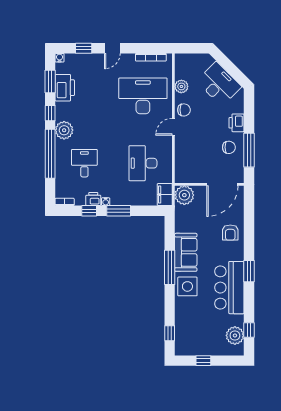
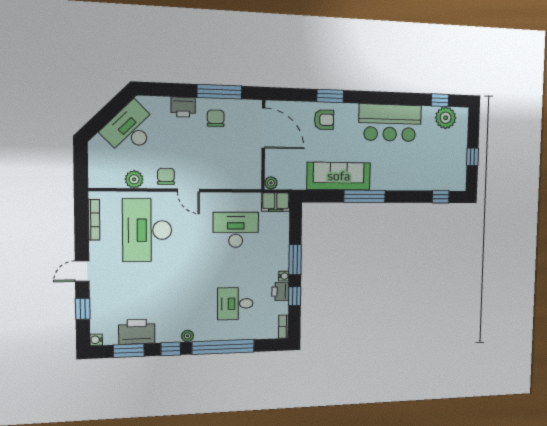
door: (112, 48) -> (82, 271), swing flipped
plant: (64, 130) -> (188, 336), width x0.53, depth x0.53
desk: (143, 163) -> (236, 230), turned 180
plant: (184, 195) -> (271, 183), width x0.53, depth x0.53
sofa: (186, 252) -> (339, 176), width x1.36
window: (249, 271) -> (330, 96), moved
side table: (187, 286) -> (387, 175), removed

